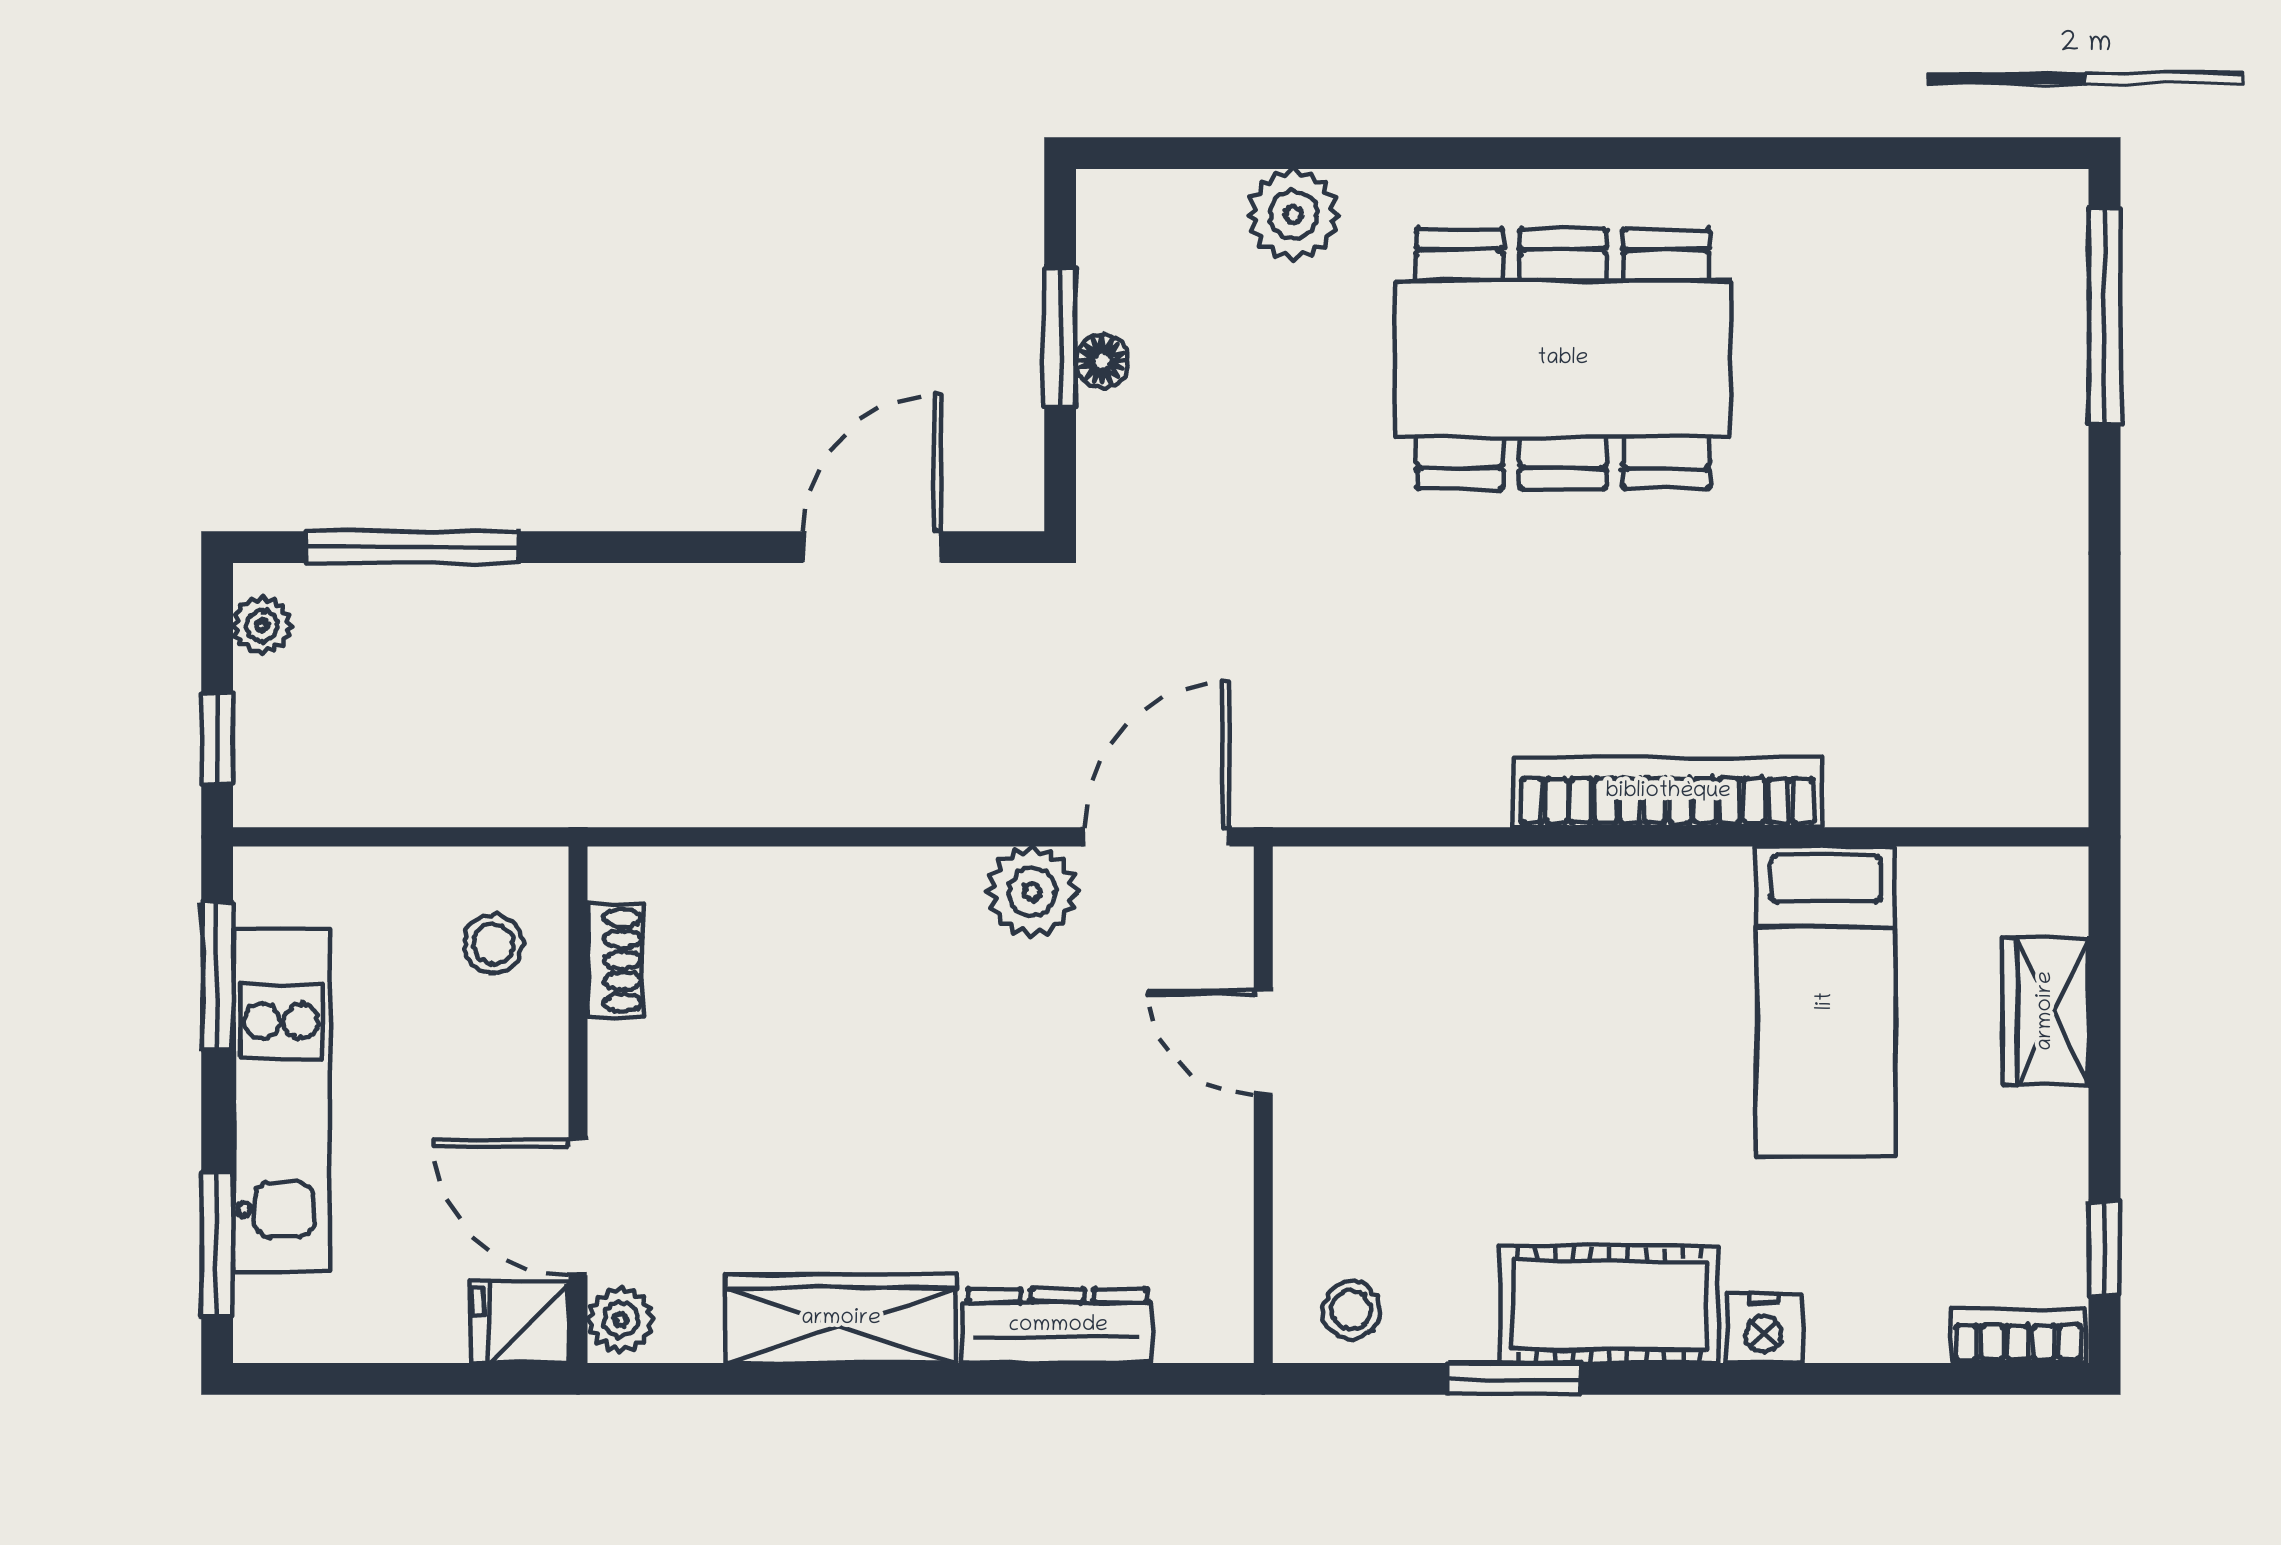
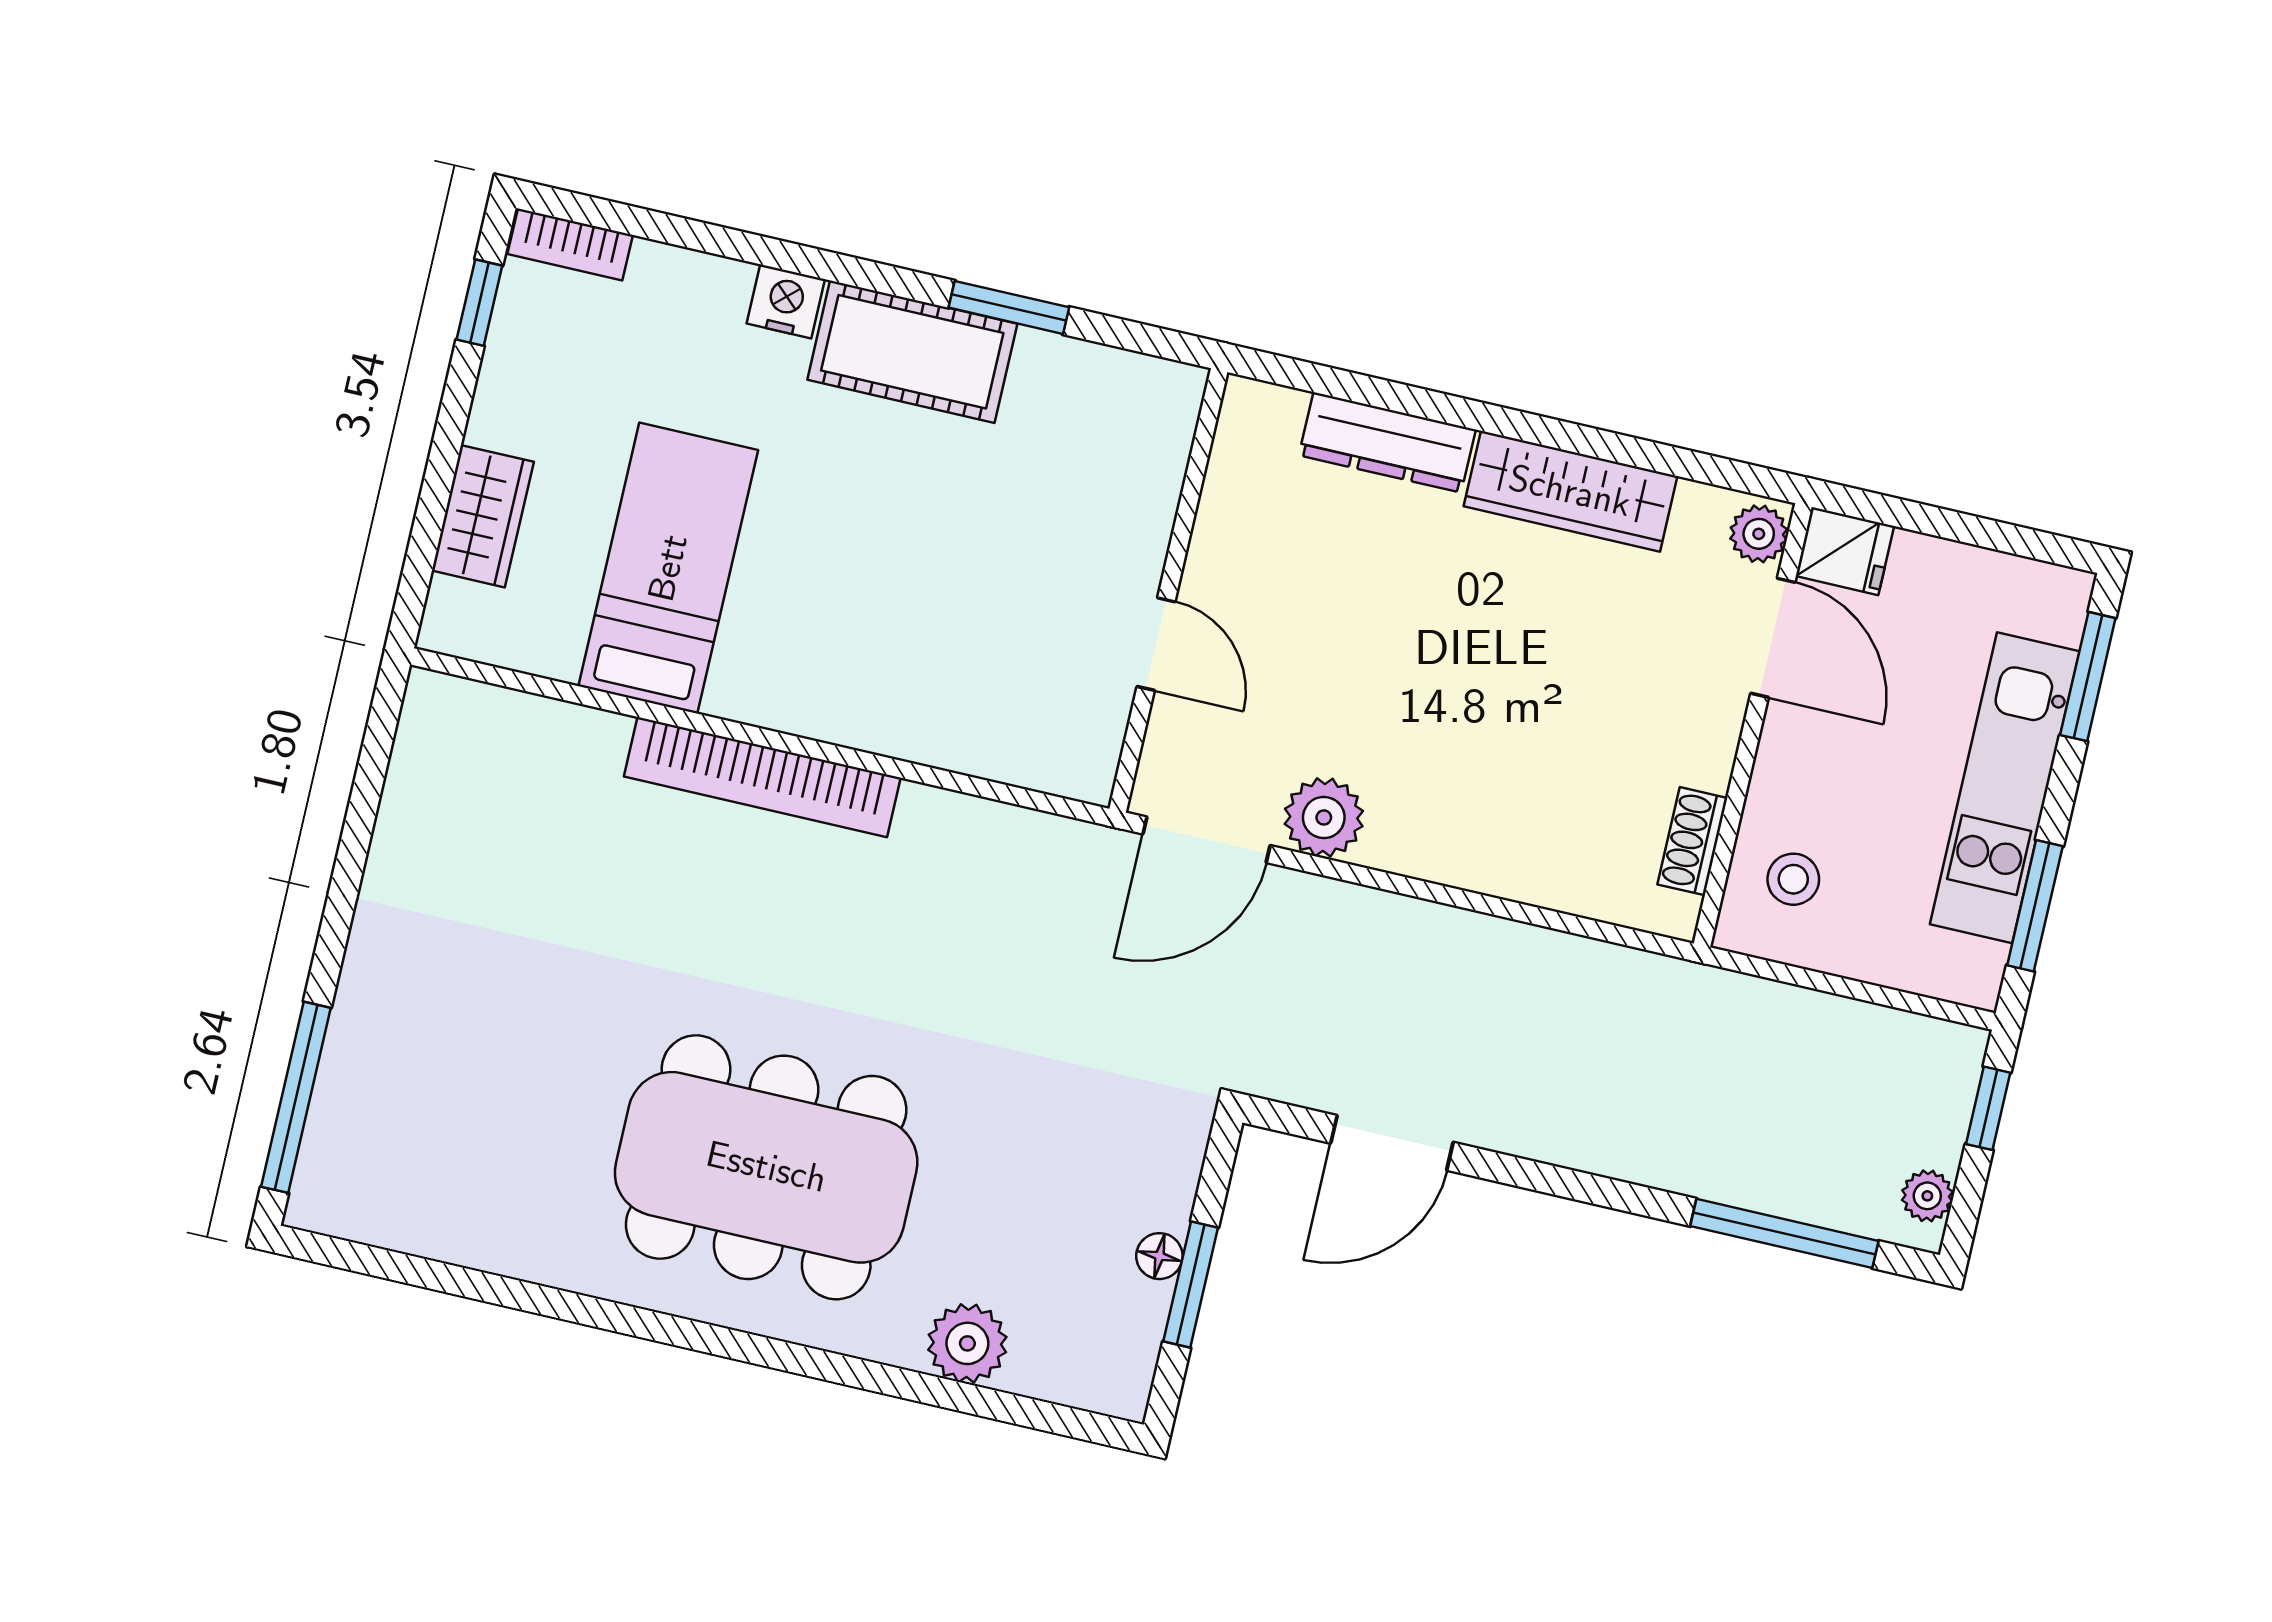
stool: (1351, 1310) -> (1134, 398), removed

